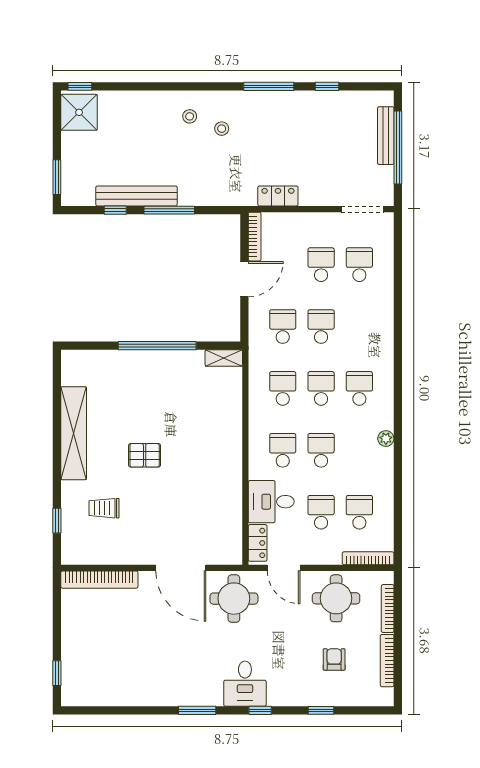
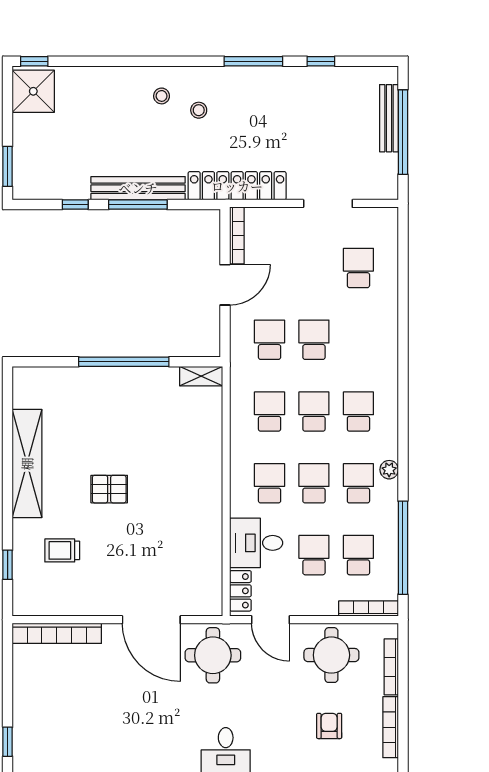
bench: (136, 196) -> (138, 188), moved
locker: (278, 196) -> (237, 186), width x2.16, depth x1.21
doorway: (362, 209) -> (328, 203), moved
school desk: (321, 265) -> (358, 483), moved
window: (398, 506) -> (403, 548), added

